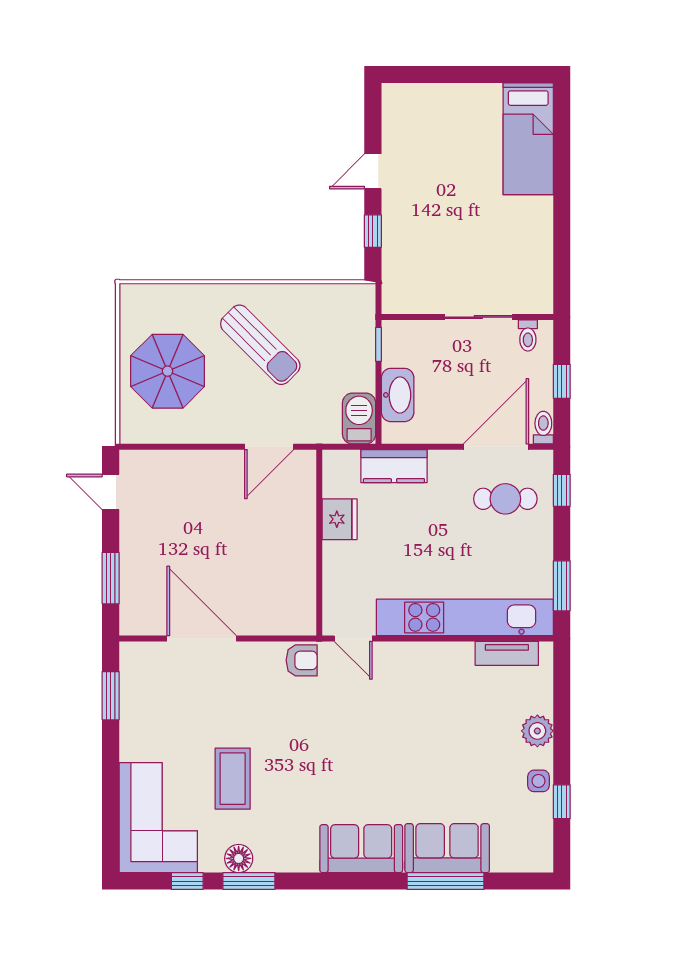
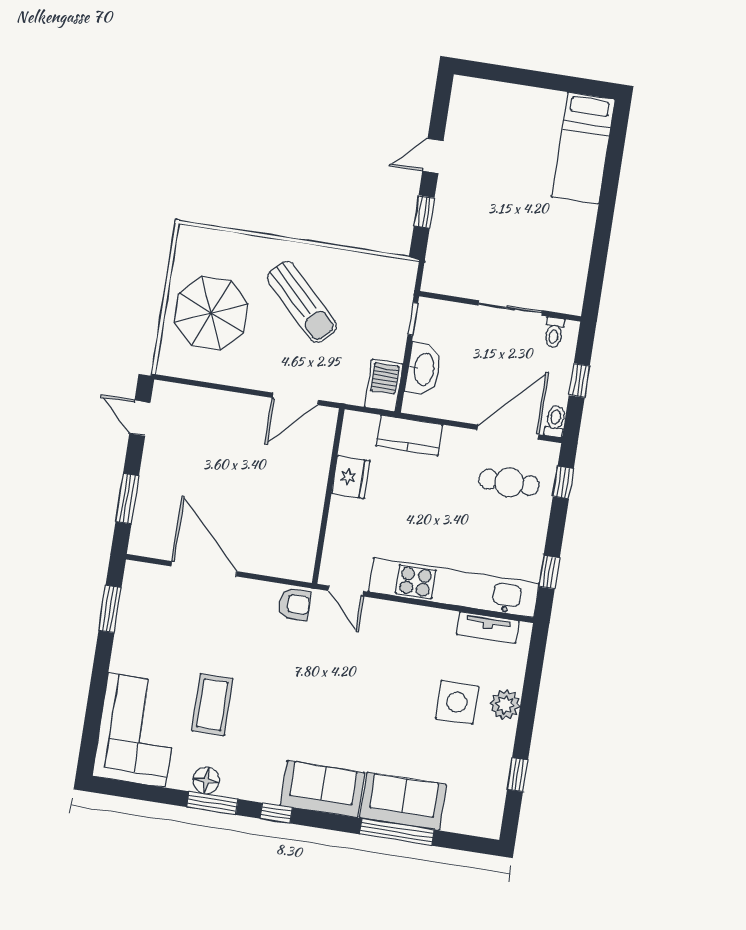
window: (562, 586) -> (549, 572), width x0.67
side table: (539, 781) -> (457, 702), moved, width x1.87, depth x1.87
window: (187, 881) -> (276, 813), moved

